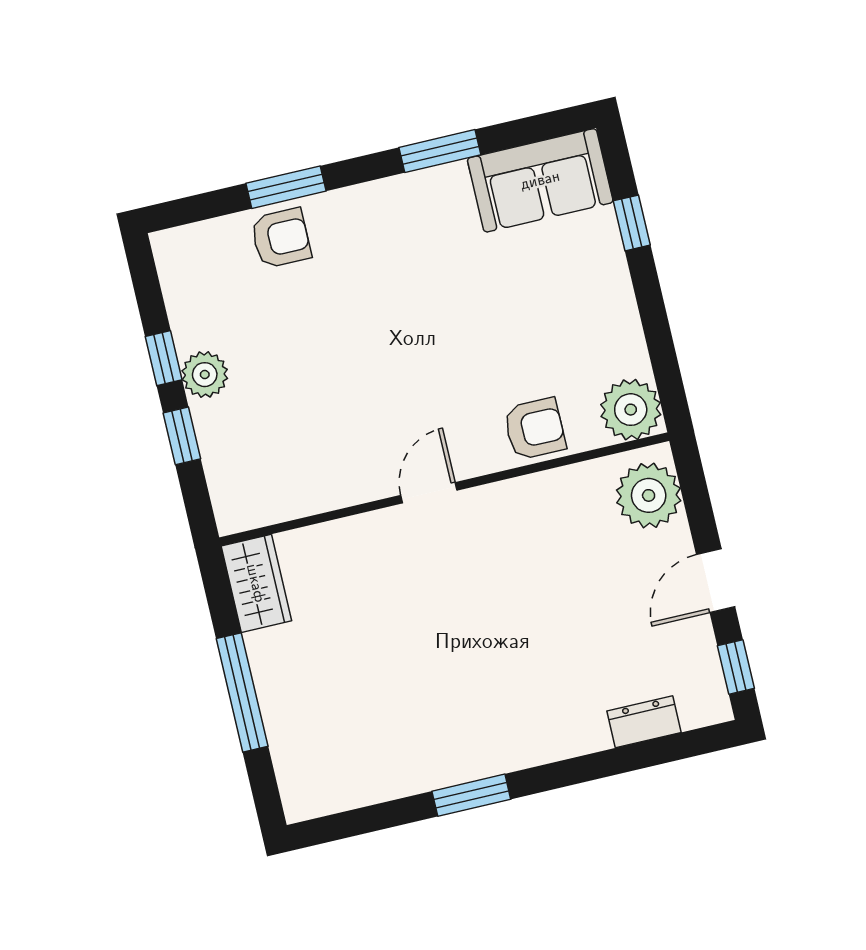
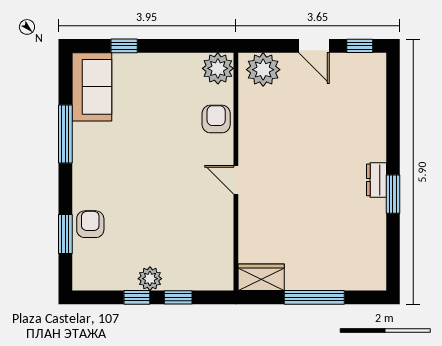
window: (440, 151) -> (65, 134), width x1.44
window: (286, 187) -> (65, 234), moved
dresser: (644, 722) -> (376, 180), moved

